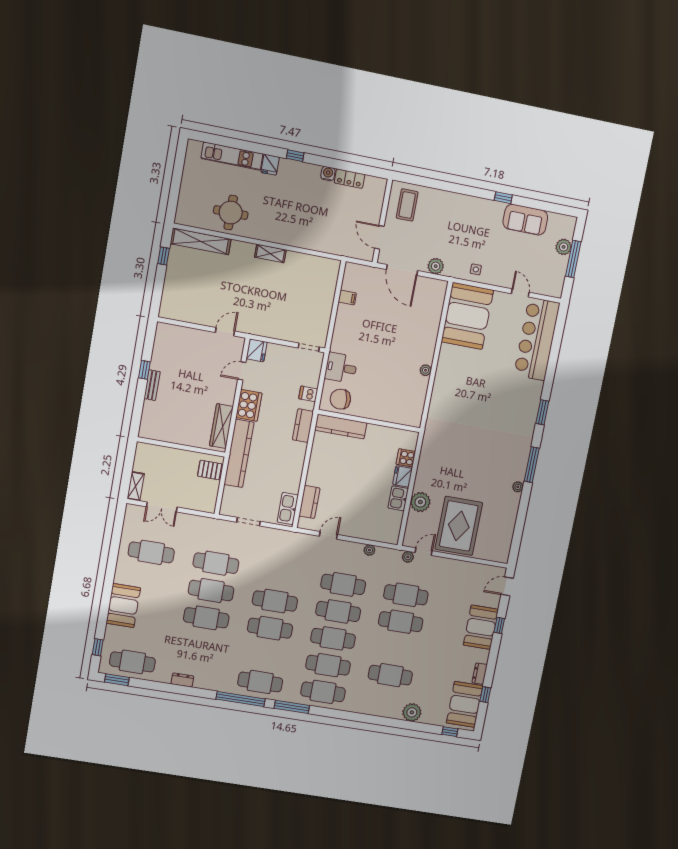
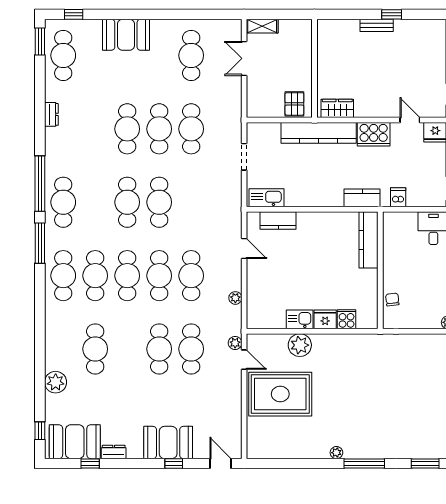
chair: (340, 399) -> (392, 299), moved, width x0.54, depth x0.54
wardrobe: (221, 426) -> (337, 108), width x0.67

